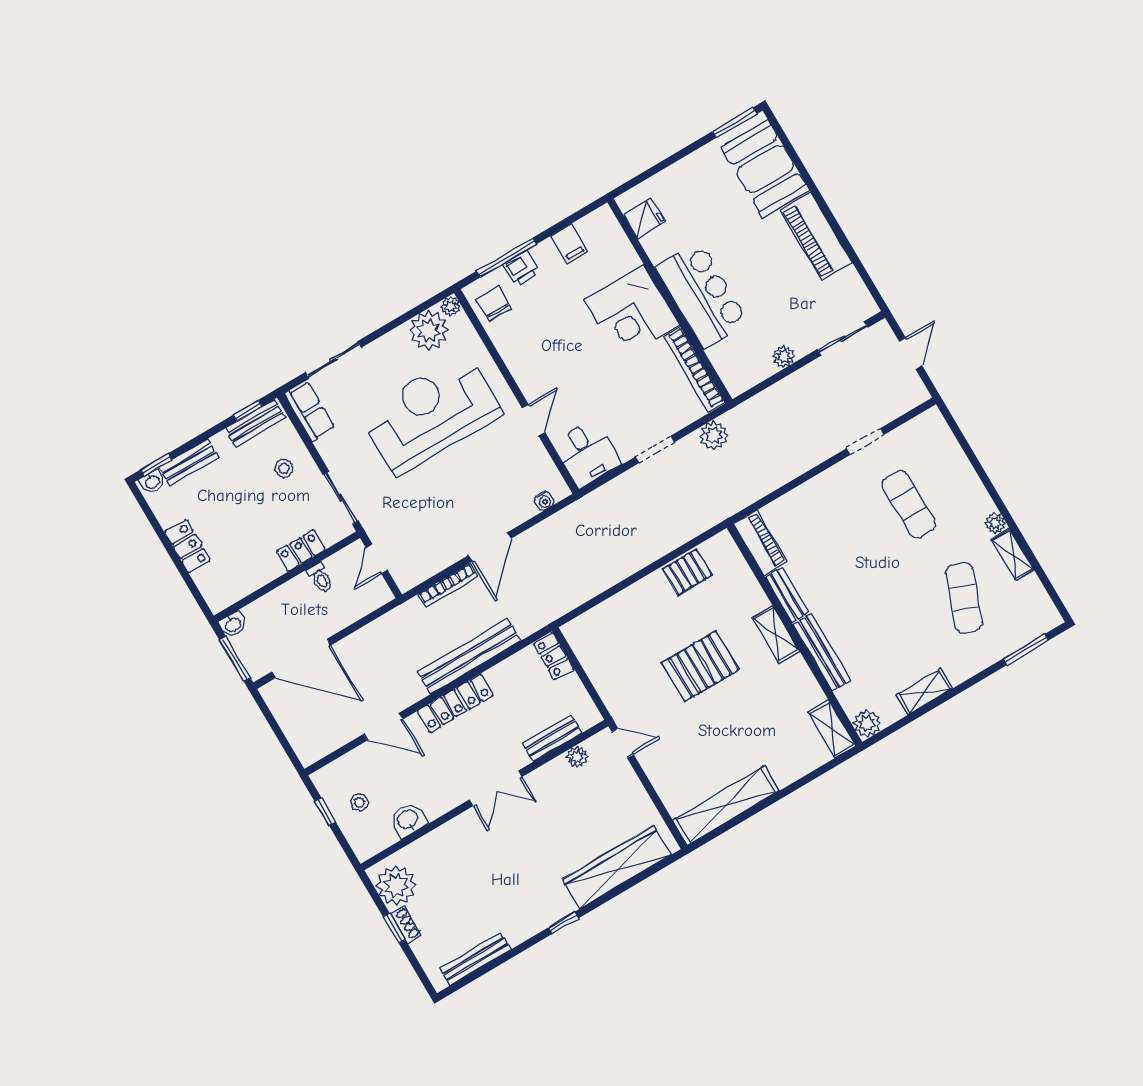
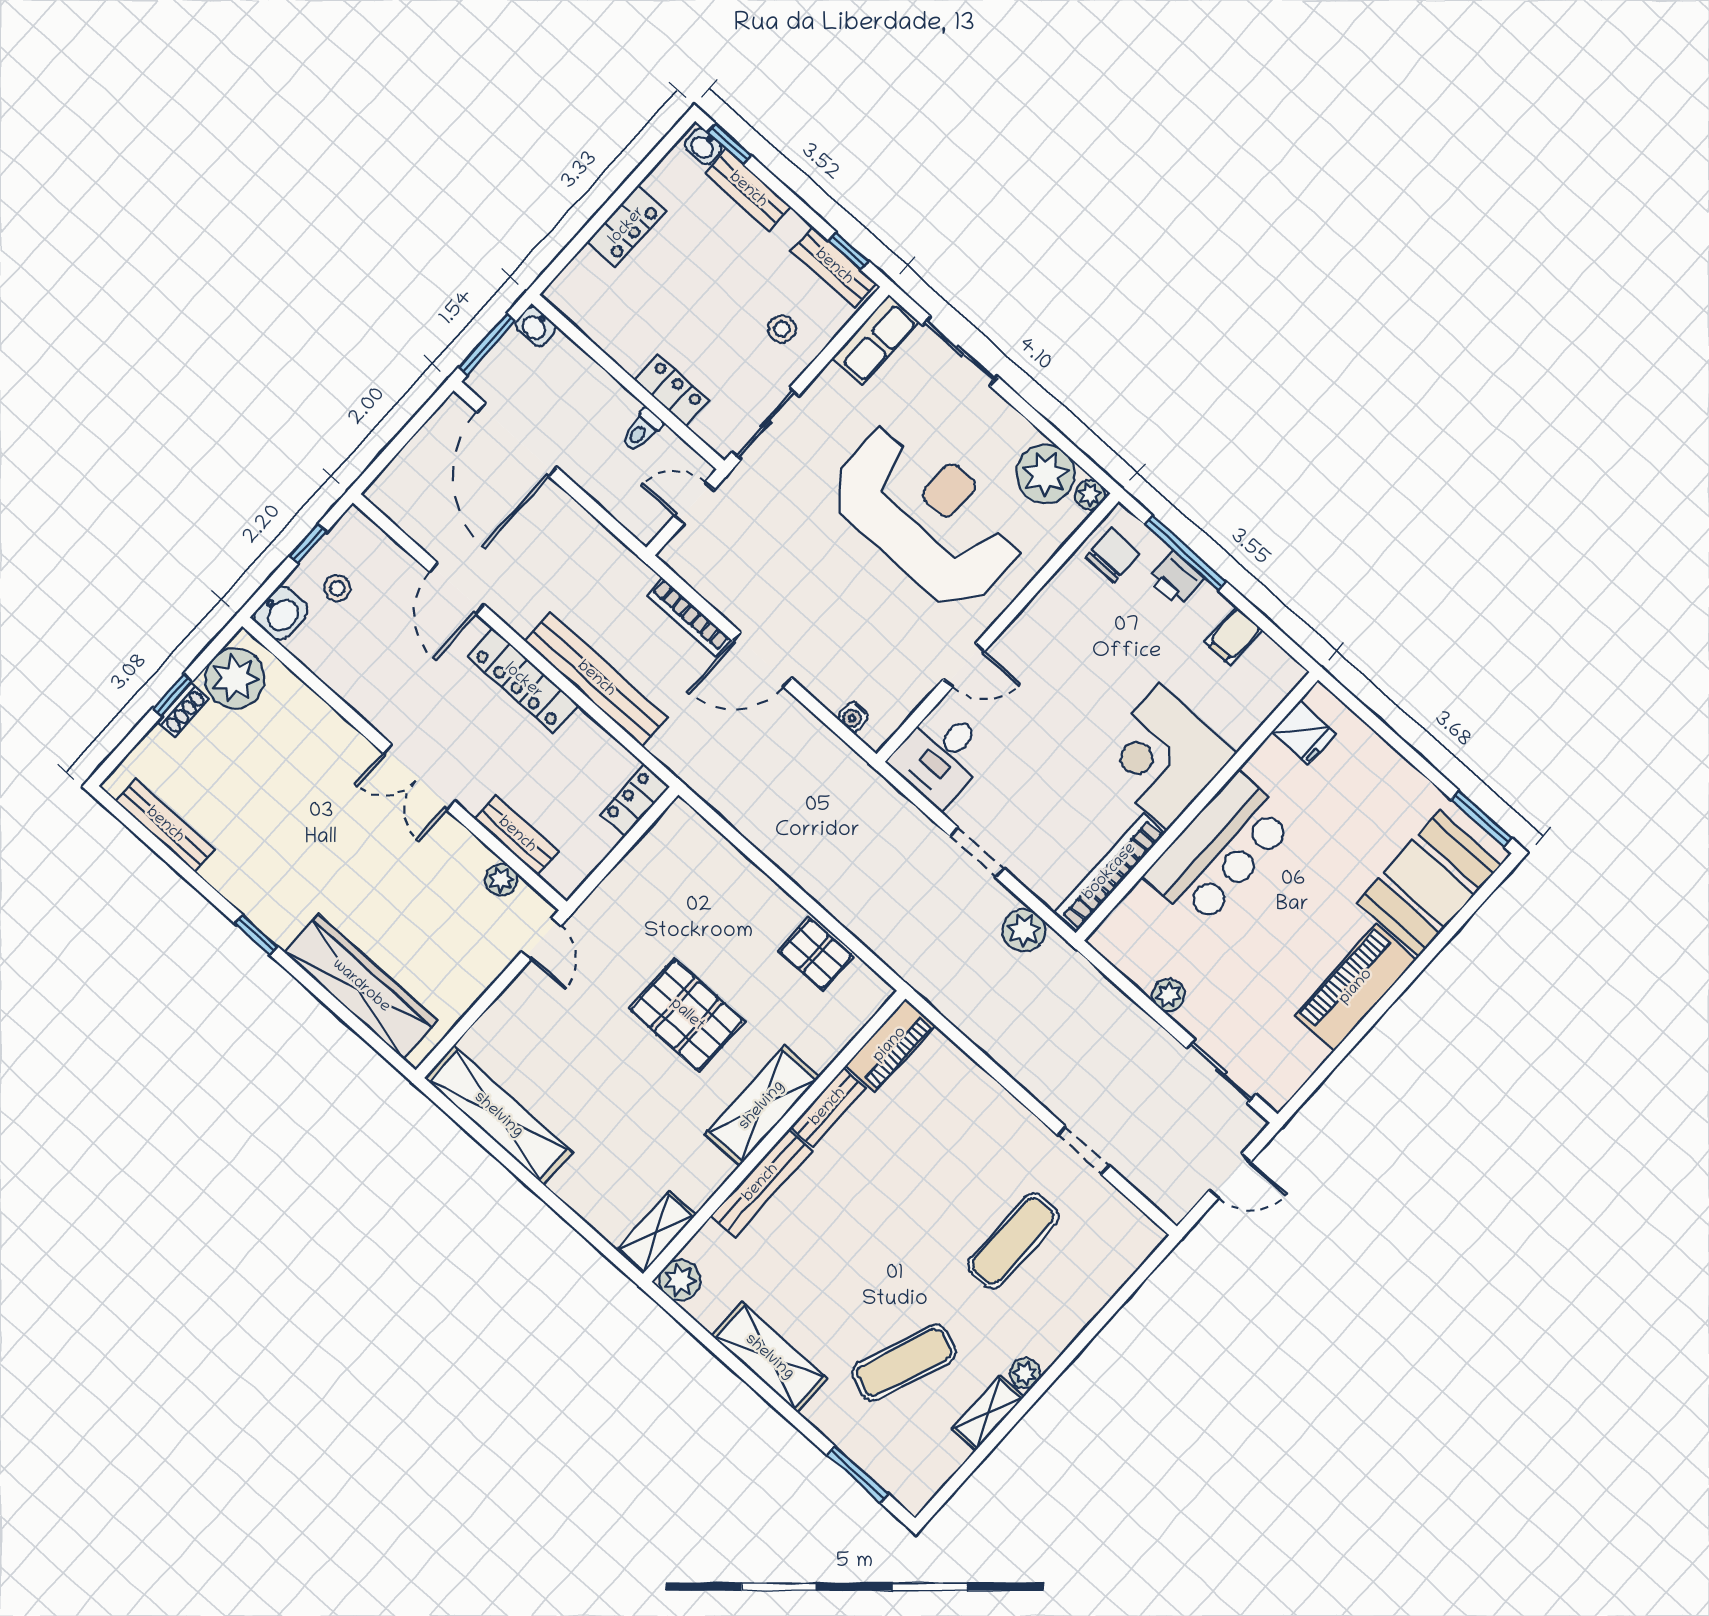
shelving: (776, 634) -> (762, 1106), width x1.50, depth x1.33
shelving: (924, 692) -> (769, 1357), width x1.50, depth x1.33
washbasin: (408, 820) -> (281, 613), moved, turned 90

